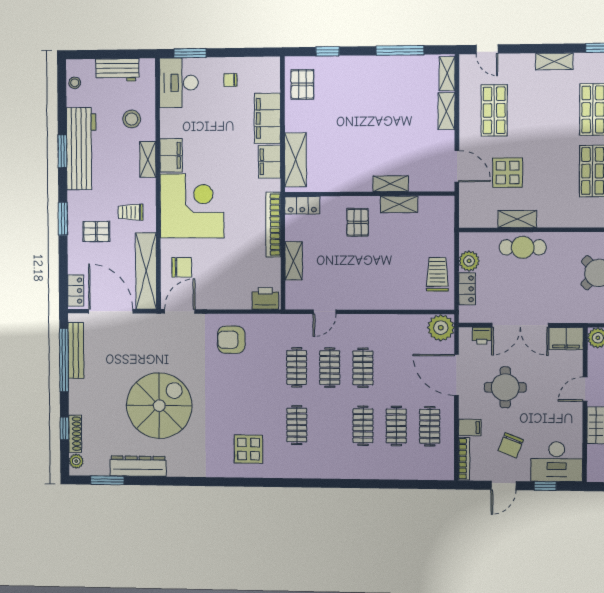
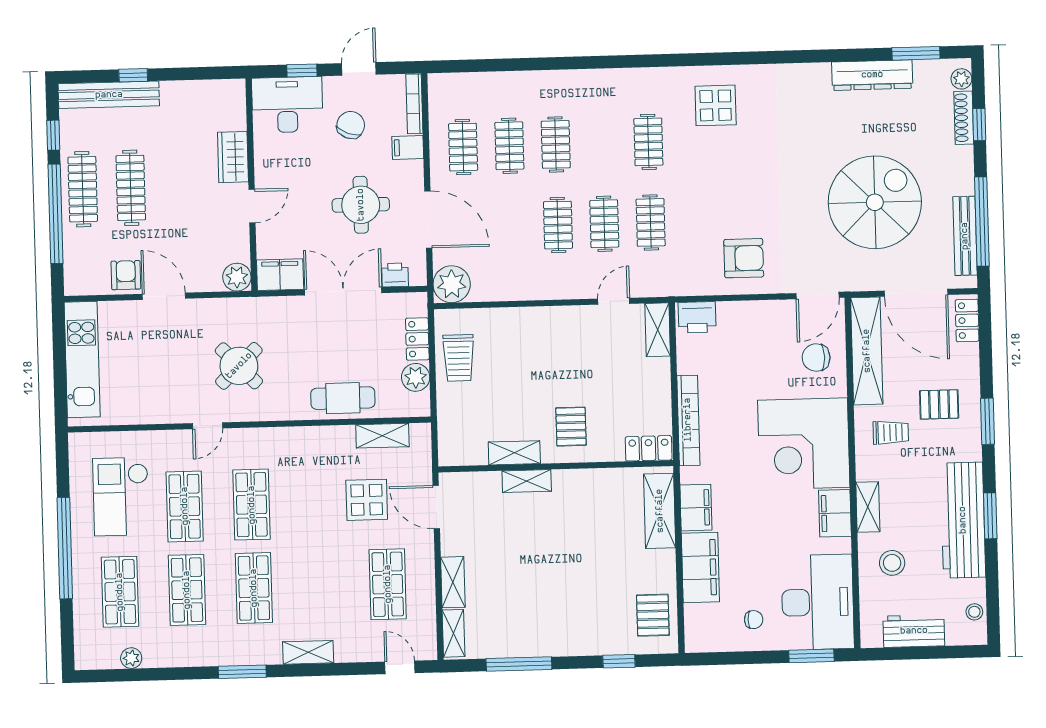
desk: (179, 83) -> (818, 602), width x1.36, depth x1.30
shelving: (517, 219) -> (382, 436), moved
shelving: (294, 261) -> (658, 330), moved
spiral stairs: (159, 406) -> (875, 202), moved, turned 180

